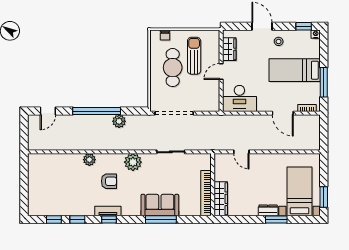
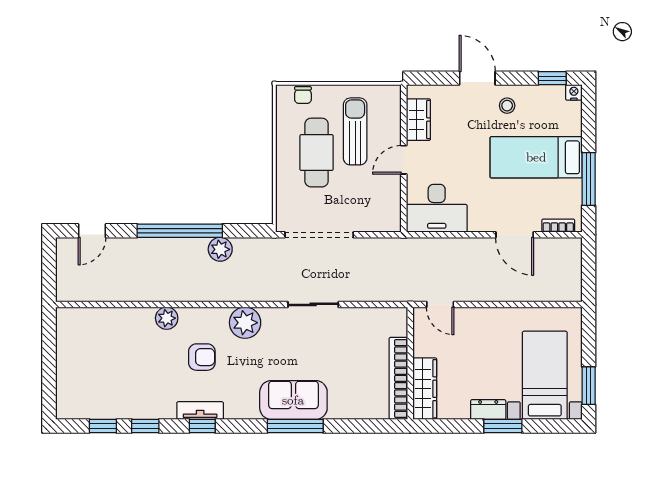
wall: (213, 185) -> (410, 363), moved
bookcase: (206, 193) -> (398, 378), moved
wardrobe: (221, 199) -> (425, 389), moved

